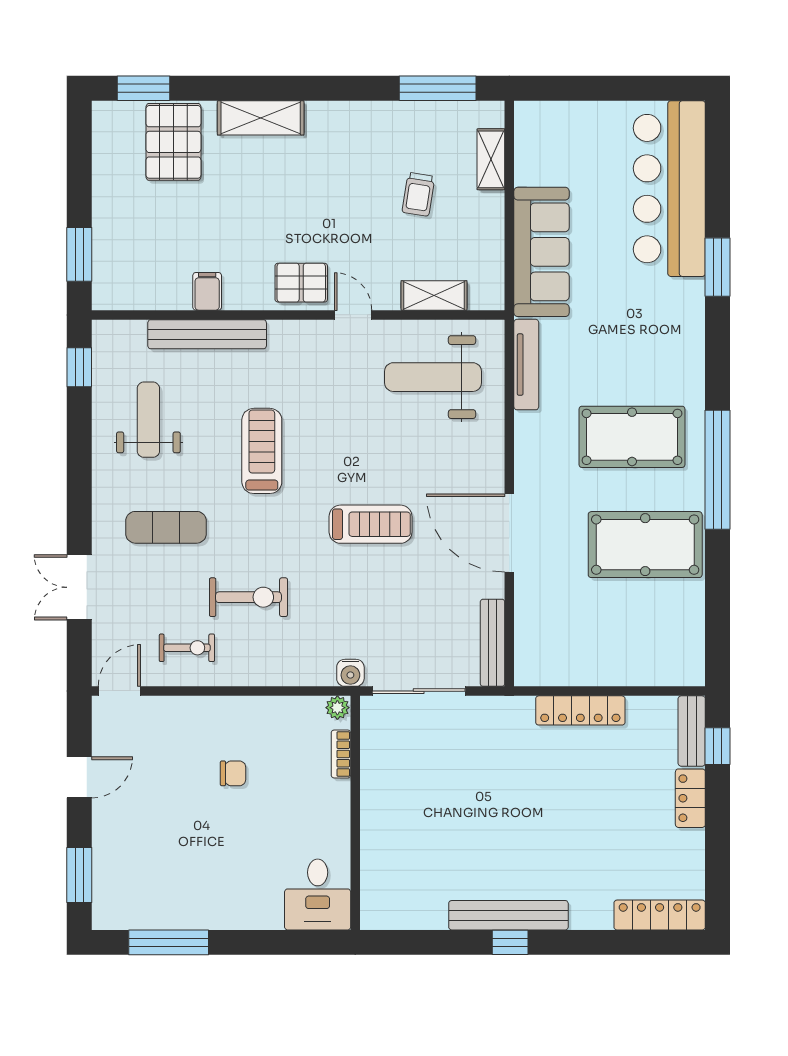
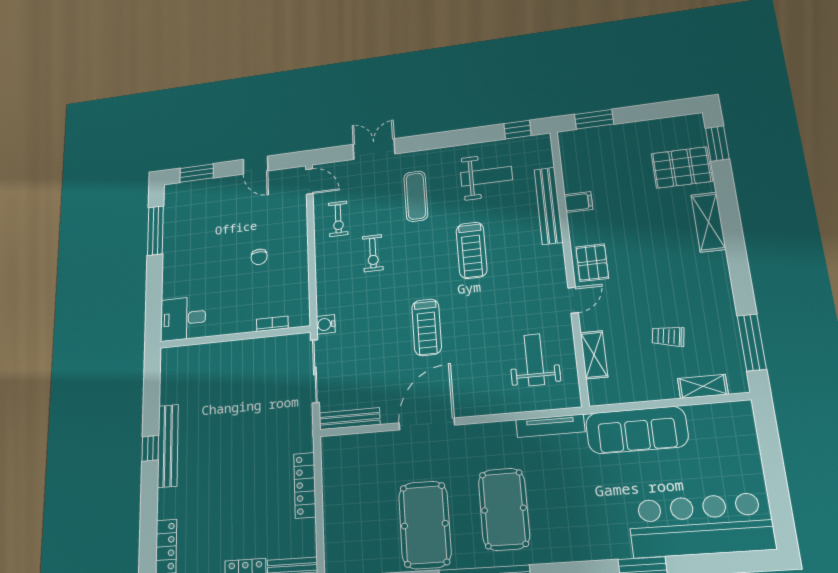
weight bench: (433, 377) -> (534, 360), width x0.73, depth x0.75
treadmill: (262, 451) -> (472, 250), turned 90
exercise bike: (249, 597) -> (373, 253), width x0.73, depth x0.72
plant: (337, 708) -> (303, 318), removed

